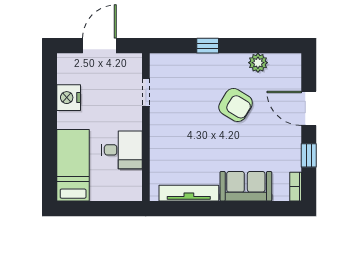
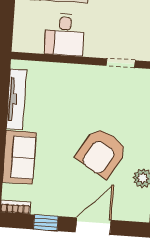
armchair: (236, 105) -> (102, 153), width x1.36, depth x1.36

